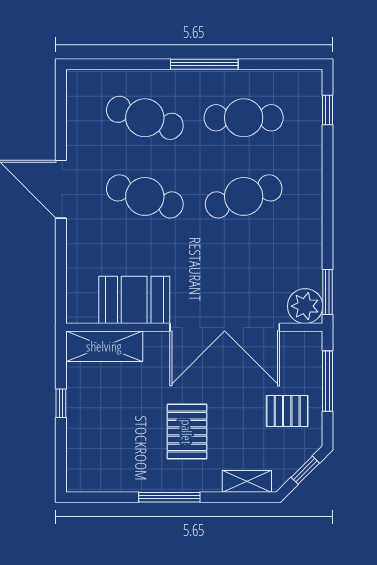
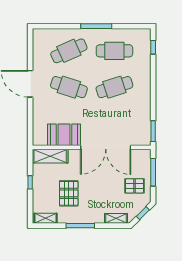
cafe table: (145, 118) -> (69, 51), turned -42
plant: (305, 306) -> (143, 138), removed
pallet: (187, 432) -> (69, 193), moved
shelving: (94, 481) -> (45, 218), added

